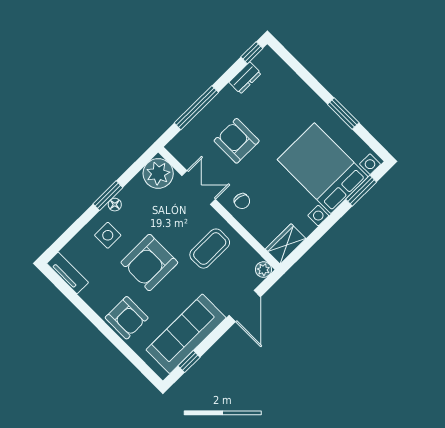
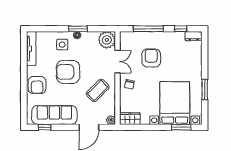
window: (252, 53) -> (181, 29), moved
dresser: (245, 78) -> (194, 36), moved
coffee table: (210, 249) -> (98, 90), turned -45
tv unit: (68, 273) -> (31, 49), width x1.41

